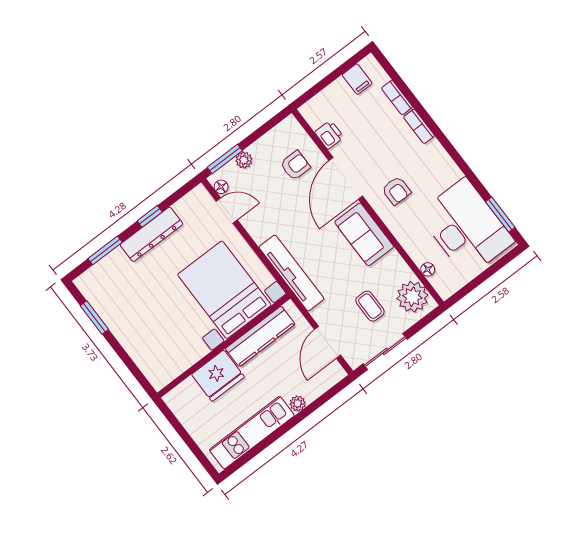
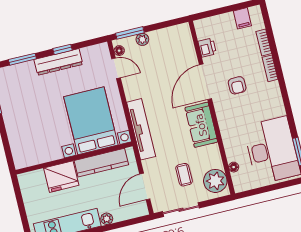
armchair: (295, 165) -> (175, 58), removed
armchair: (396, 191) -> (237, 85), moved

